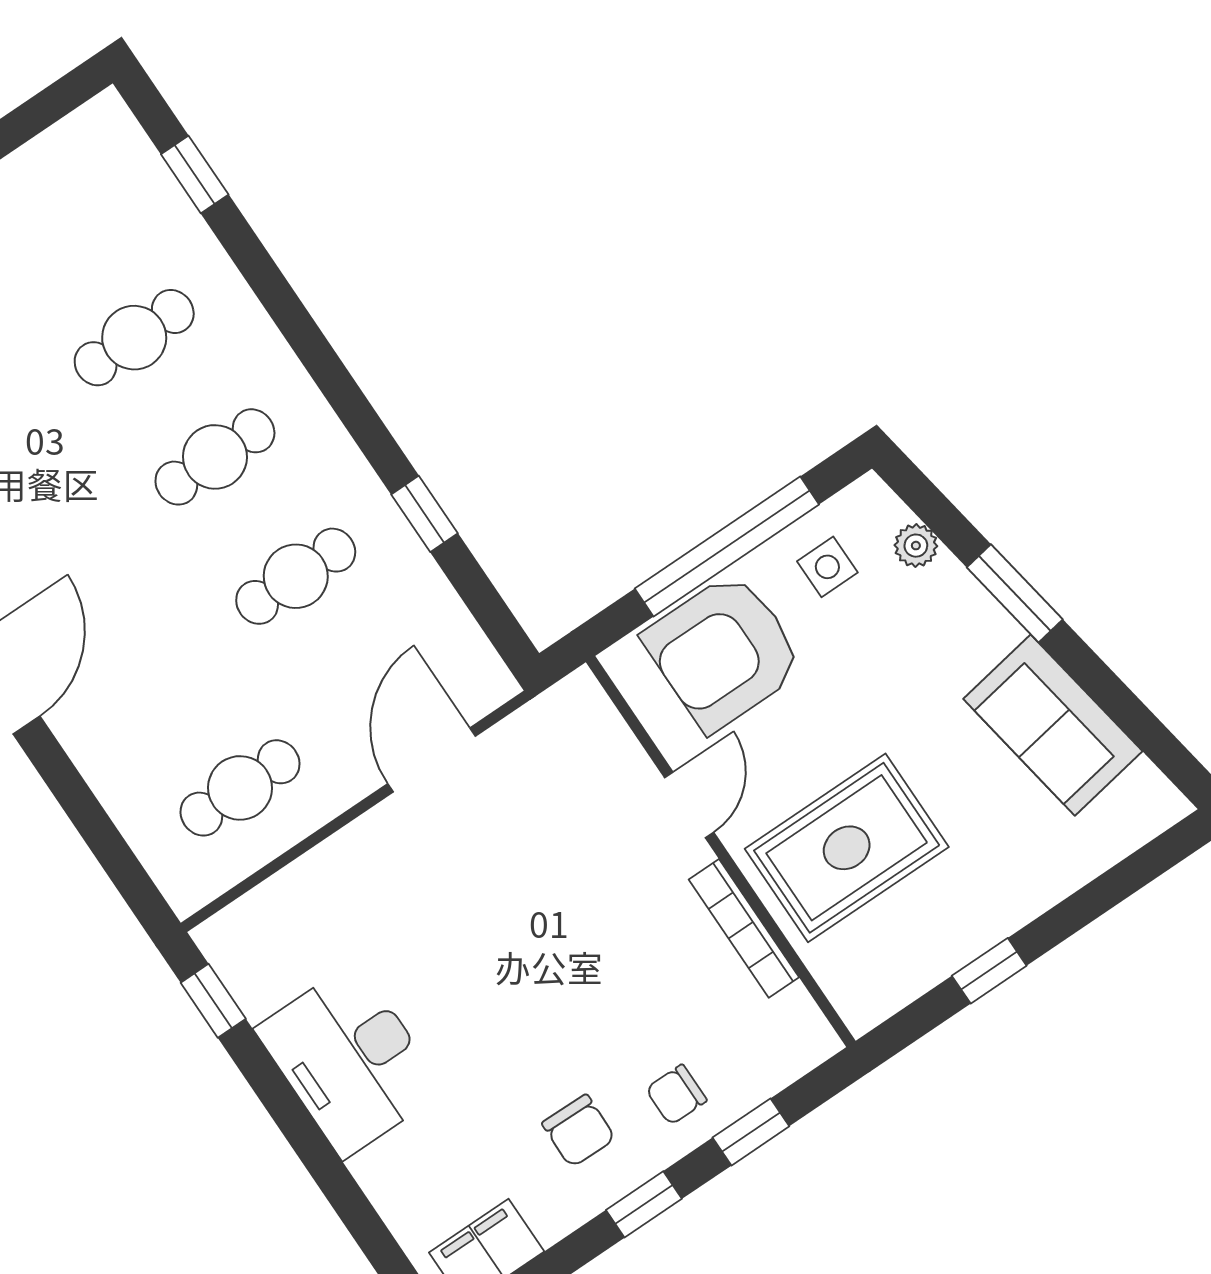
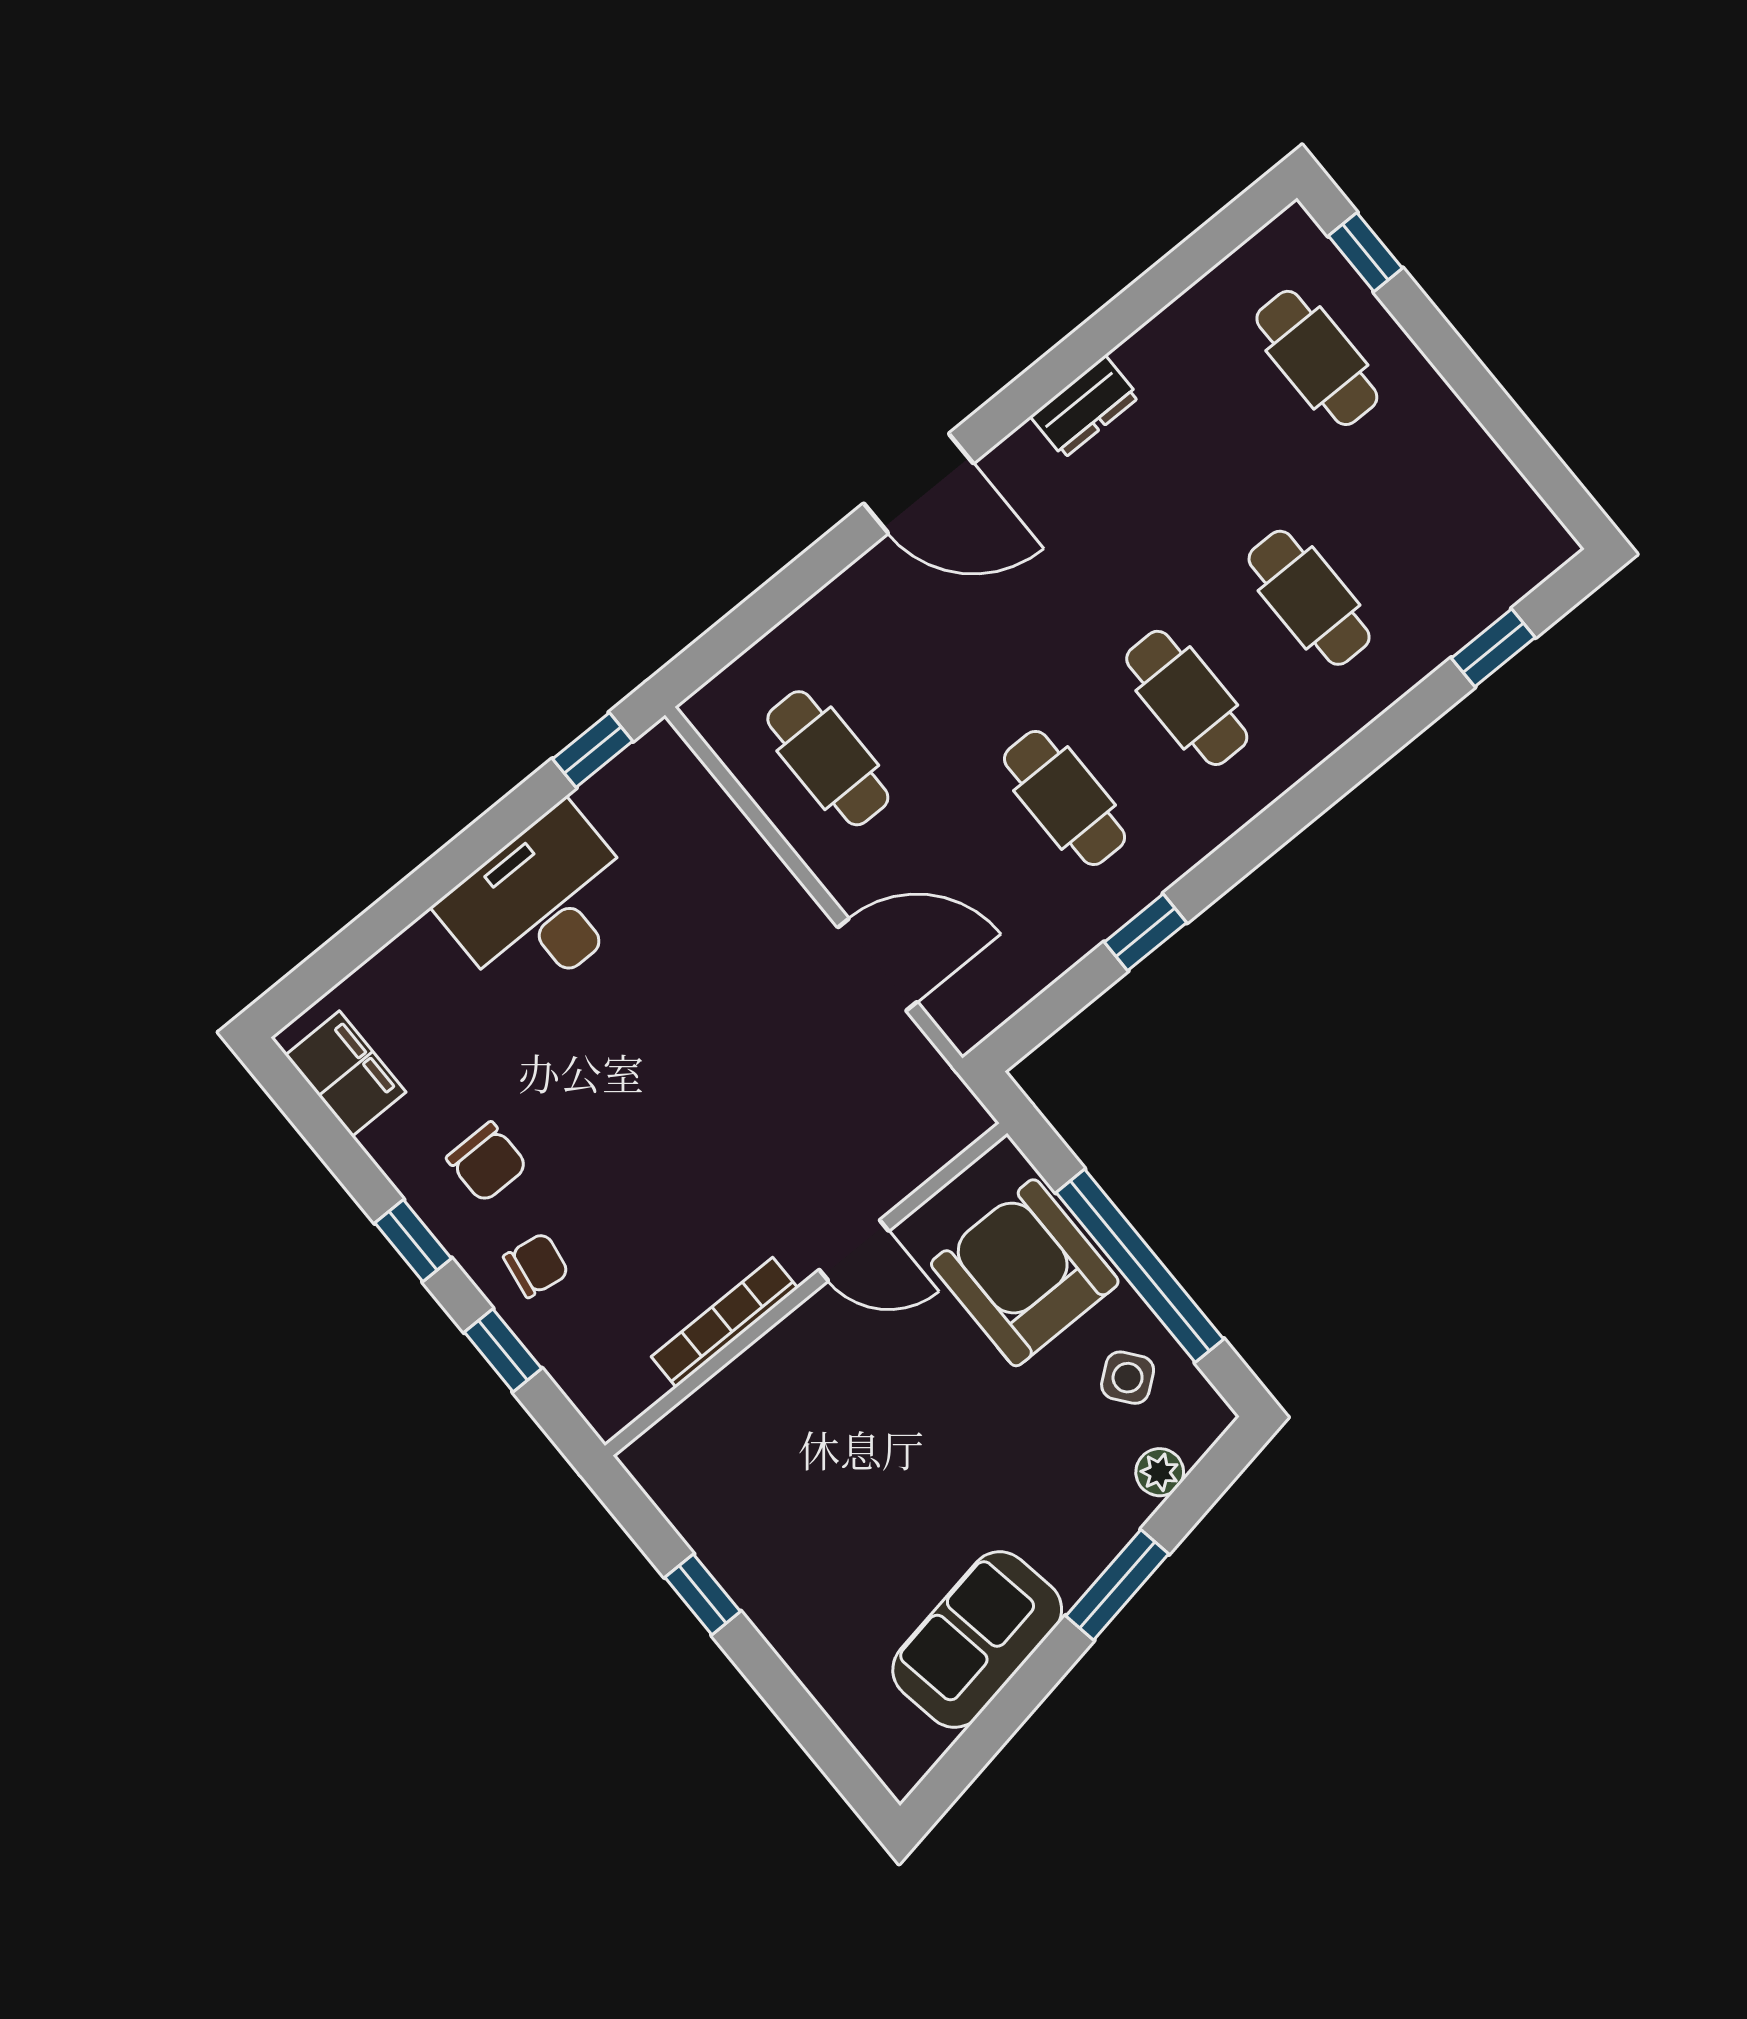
side table: (827, 567) -> (1128, 1378), turned -38
rug: (847, 848) -> (823, 1427), removed
chair: (676, 1095) -> (536, 1265), turned 99
chair: (579, 1131) -> (487, 1162), turned -91

